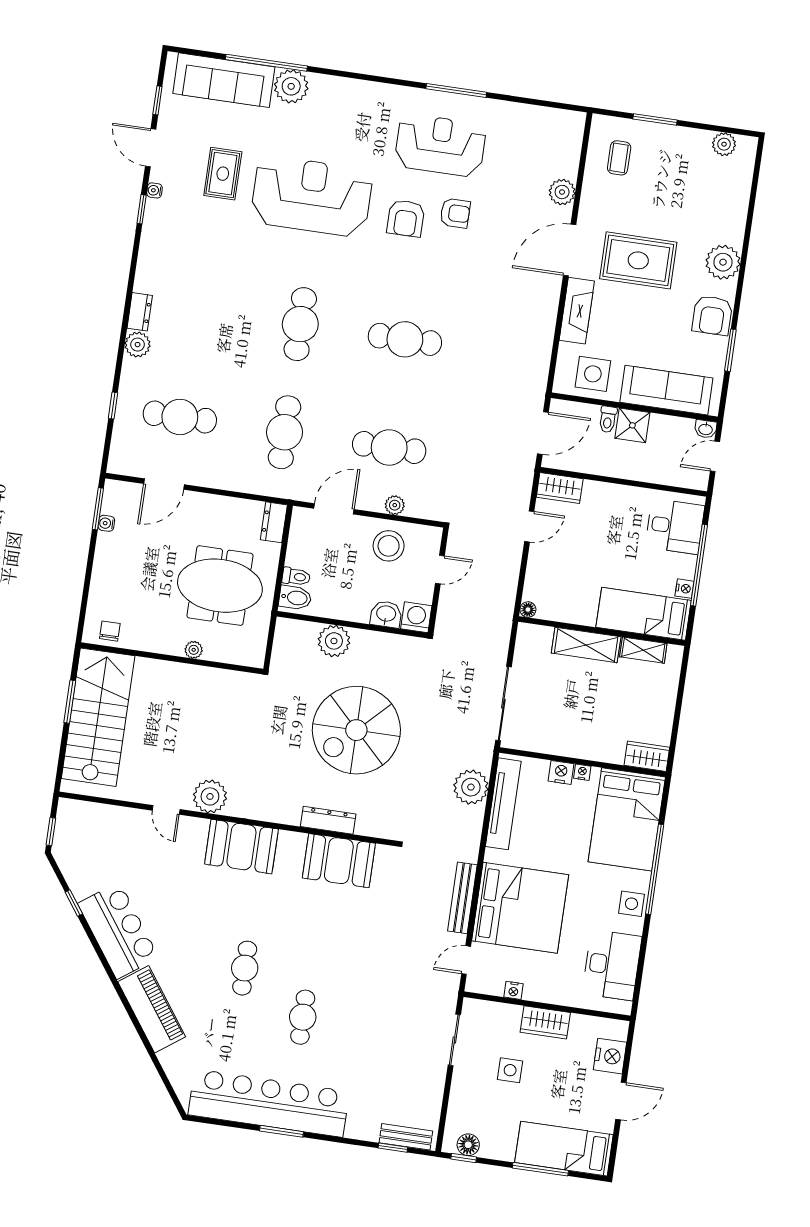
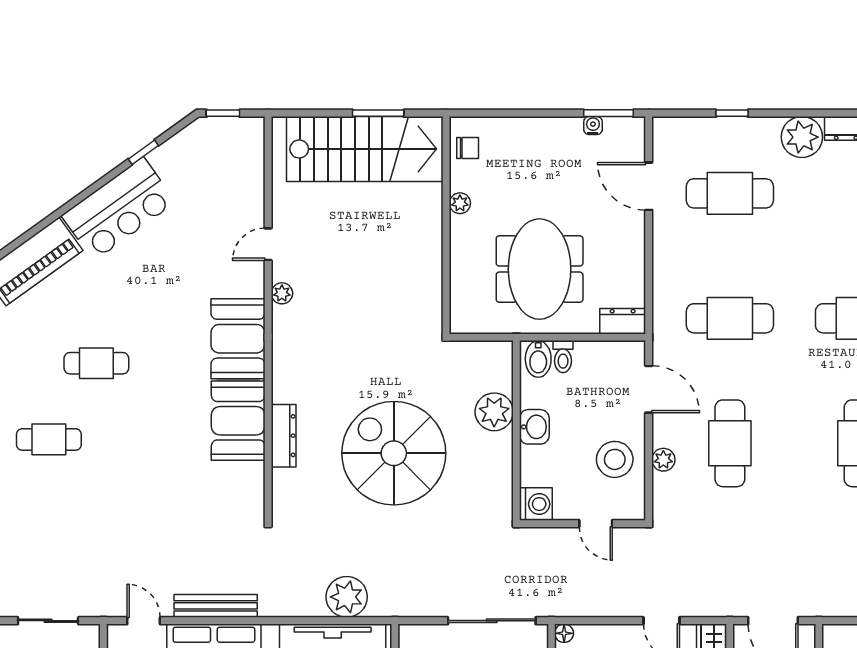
plant: (138, 345) -> (802, 137), width x1.36, depth x1.36
cafe table: (180, 417) -> (730, 193), turned 90
washbasin: (386, 614) -> (534, 427), moved
plant: (194, 650) -> (460, 203), moved
sliding door: (503, 704) -> (492, 621), moved
plant: (210, 796) -> (282, 293), width x0.53, depth x0.53
booth: (339, 861) -> (238, 421), moved

